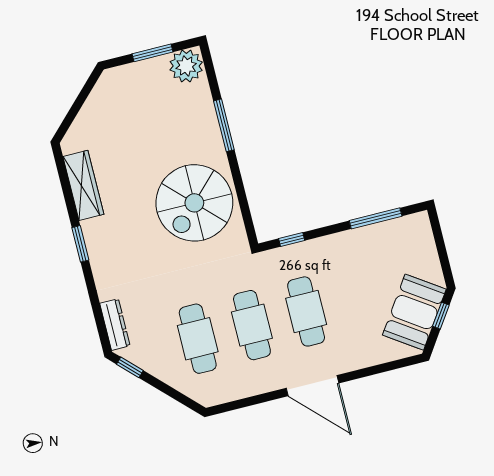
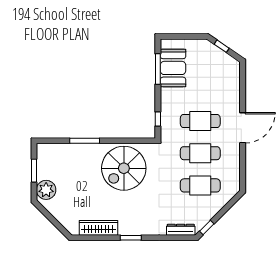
plant: (186, 66) -> (46, 190), moved
spiral stairs: (194, 203) -> (124, 168), turned 90
booth: (414, 312) -> (173, 68), moved, turned 56

